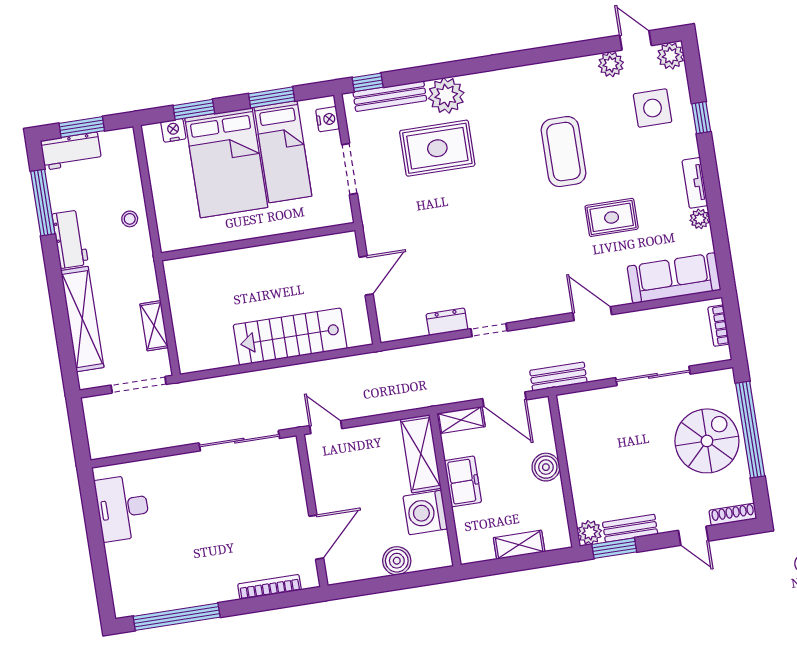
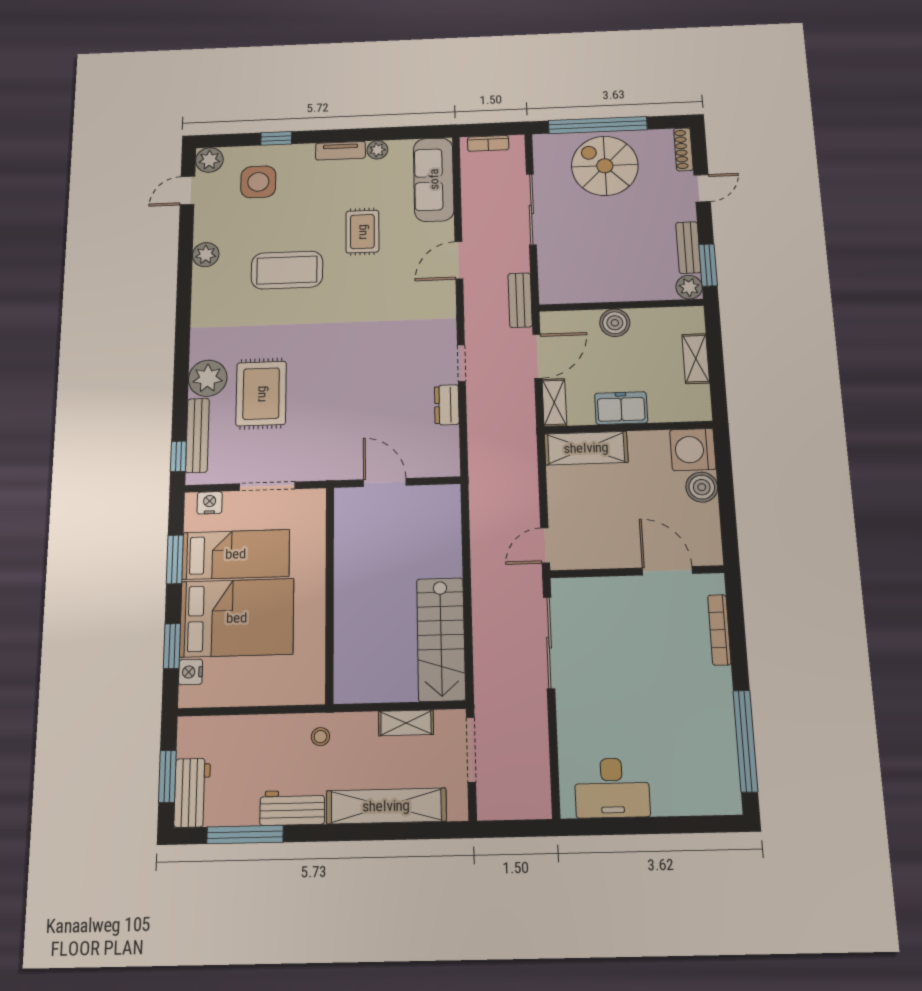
plant: (611, 64) -> (206, 255), moved
stool: (130, 219) -> (320, 737), moved
stairs: (290, 337) -> (441, 639), moved
washing machine: (425, 513) -> (693, 450), moved, turned 90

